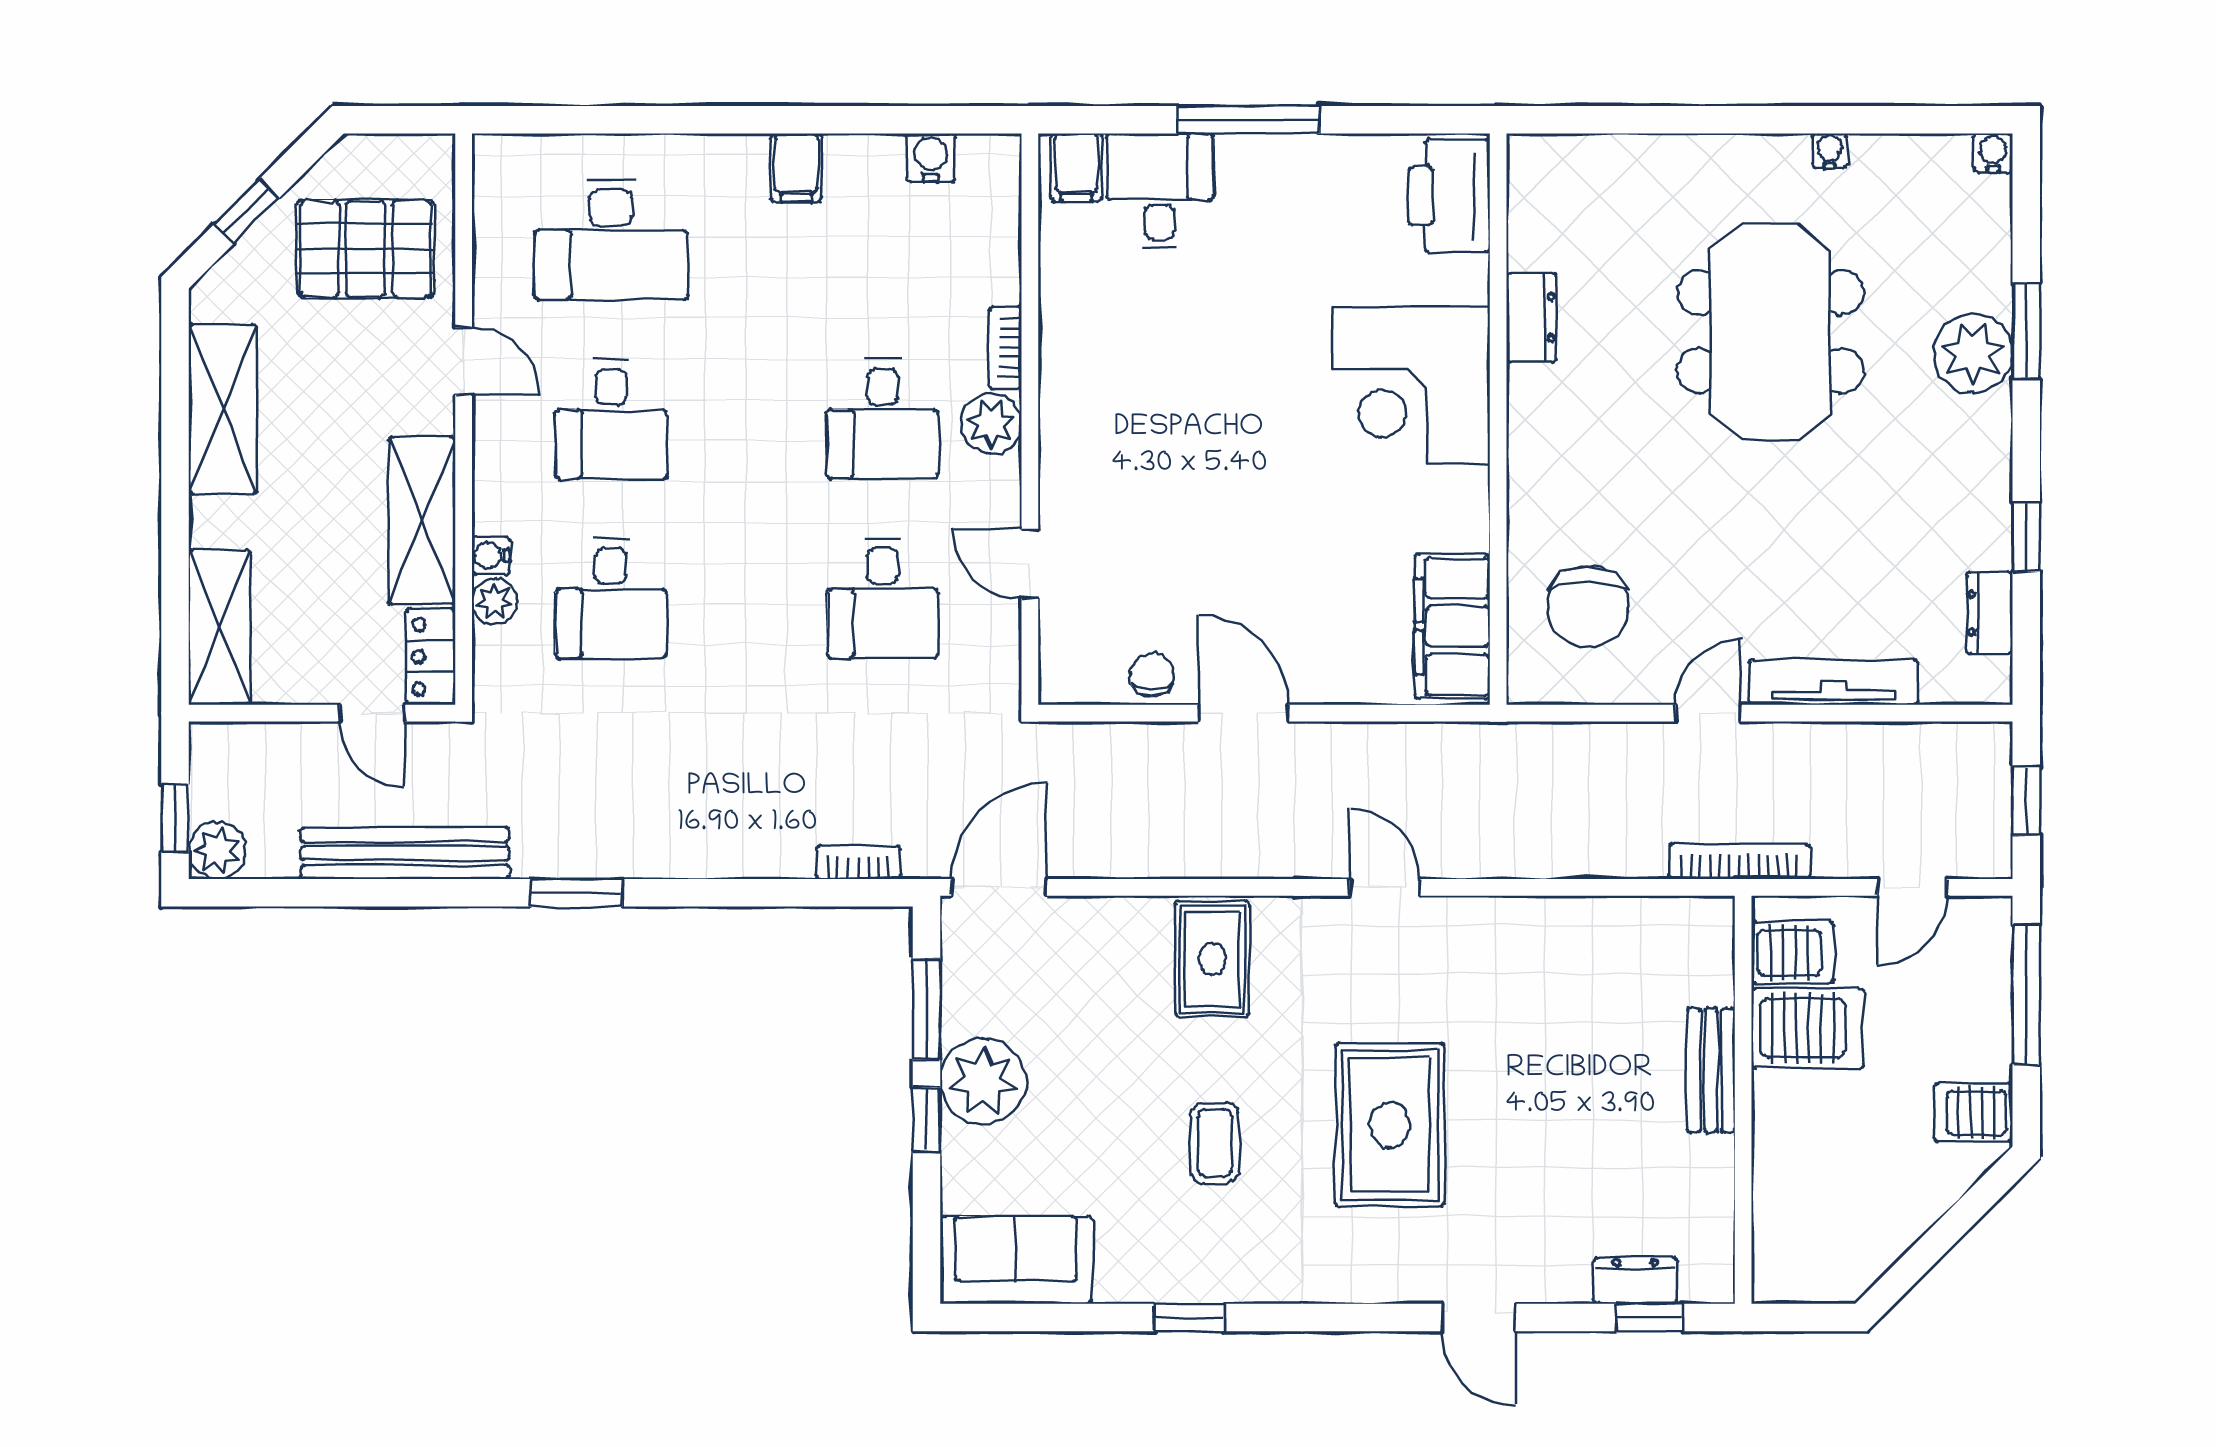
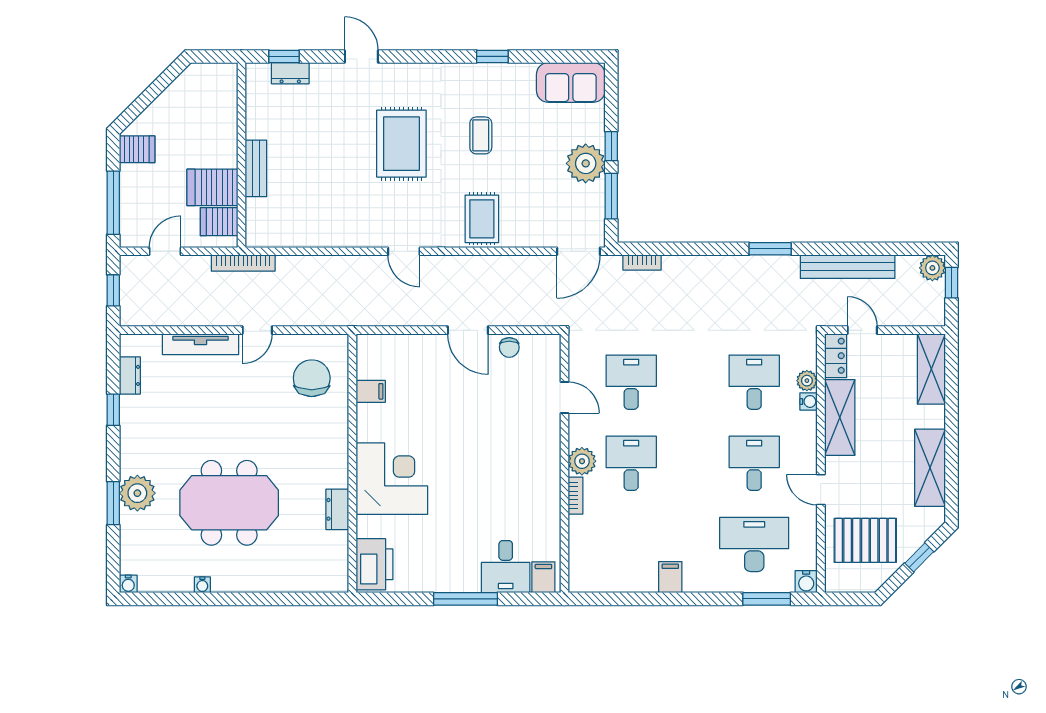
window: (584, 120) -> (767, 599), added
water cooler: (931, 158) -> (806, 582), moved
meeting table: (1770, 332) -> (229, 503), turned 90
filing cabinet: (1452, 626) -> (371, 391), width x0.33, depth x0.86

